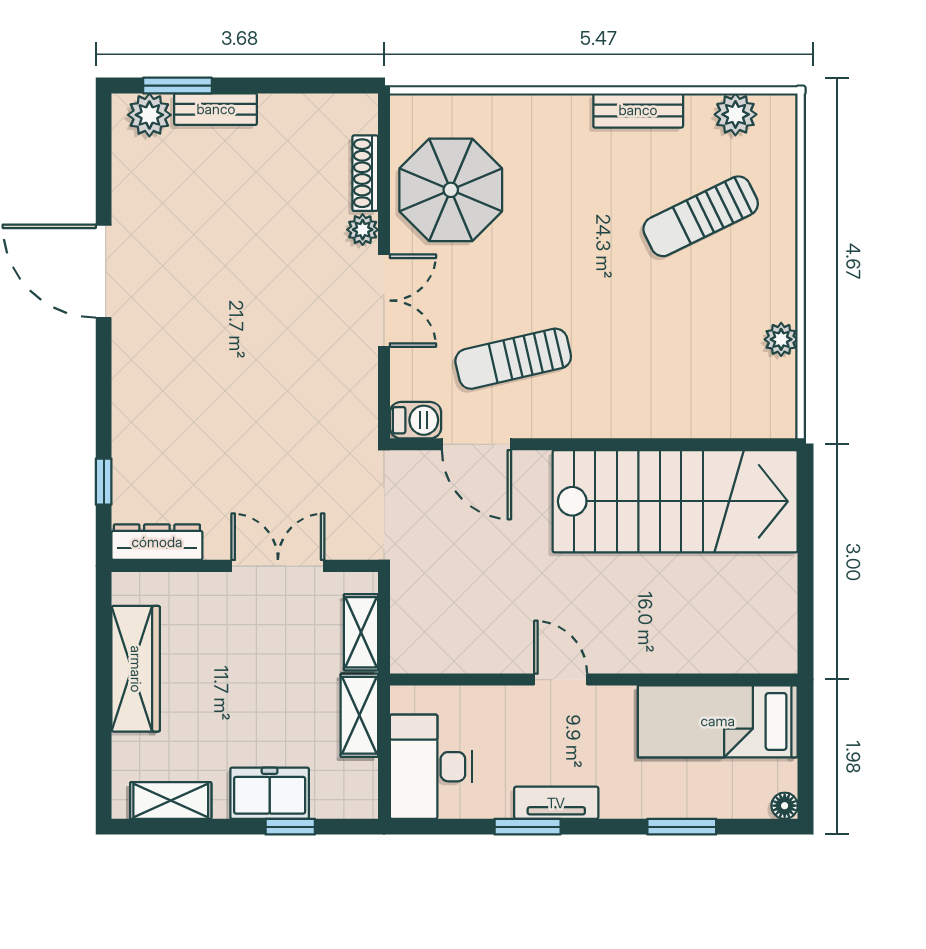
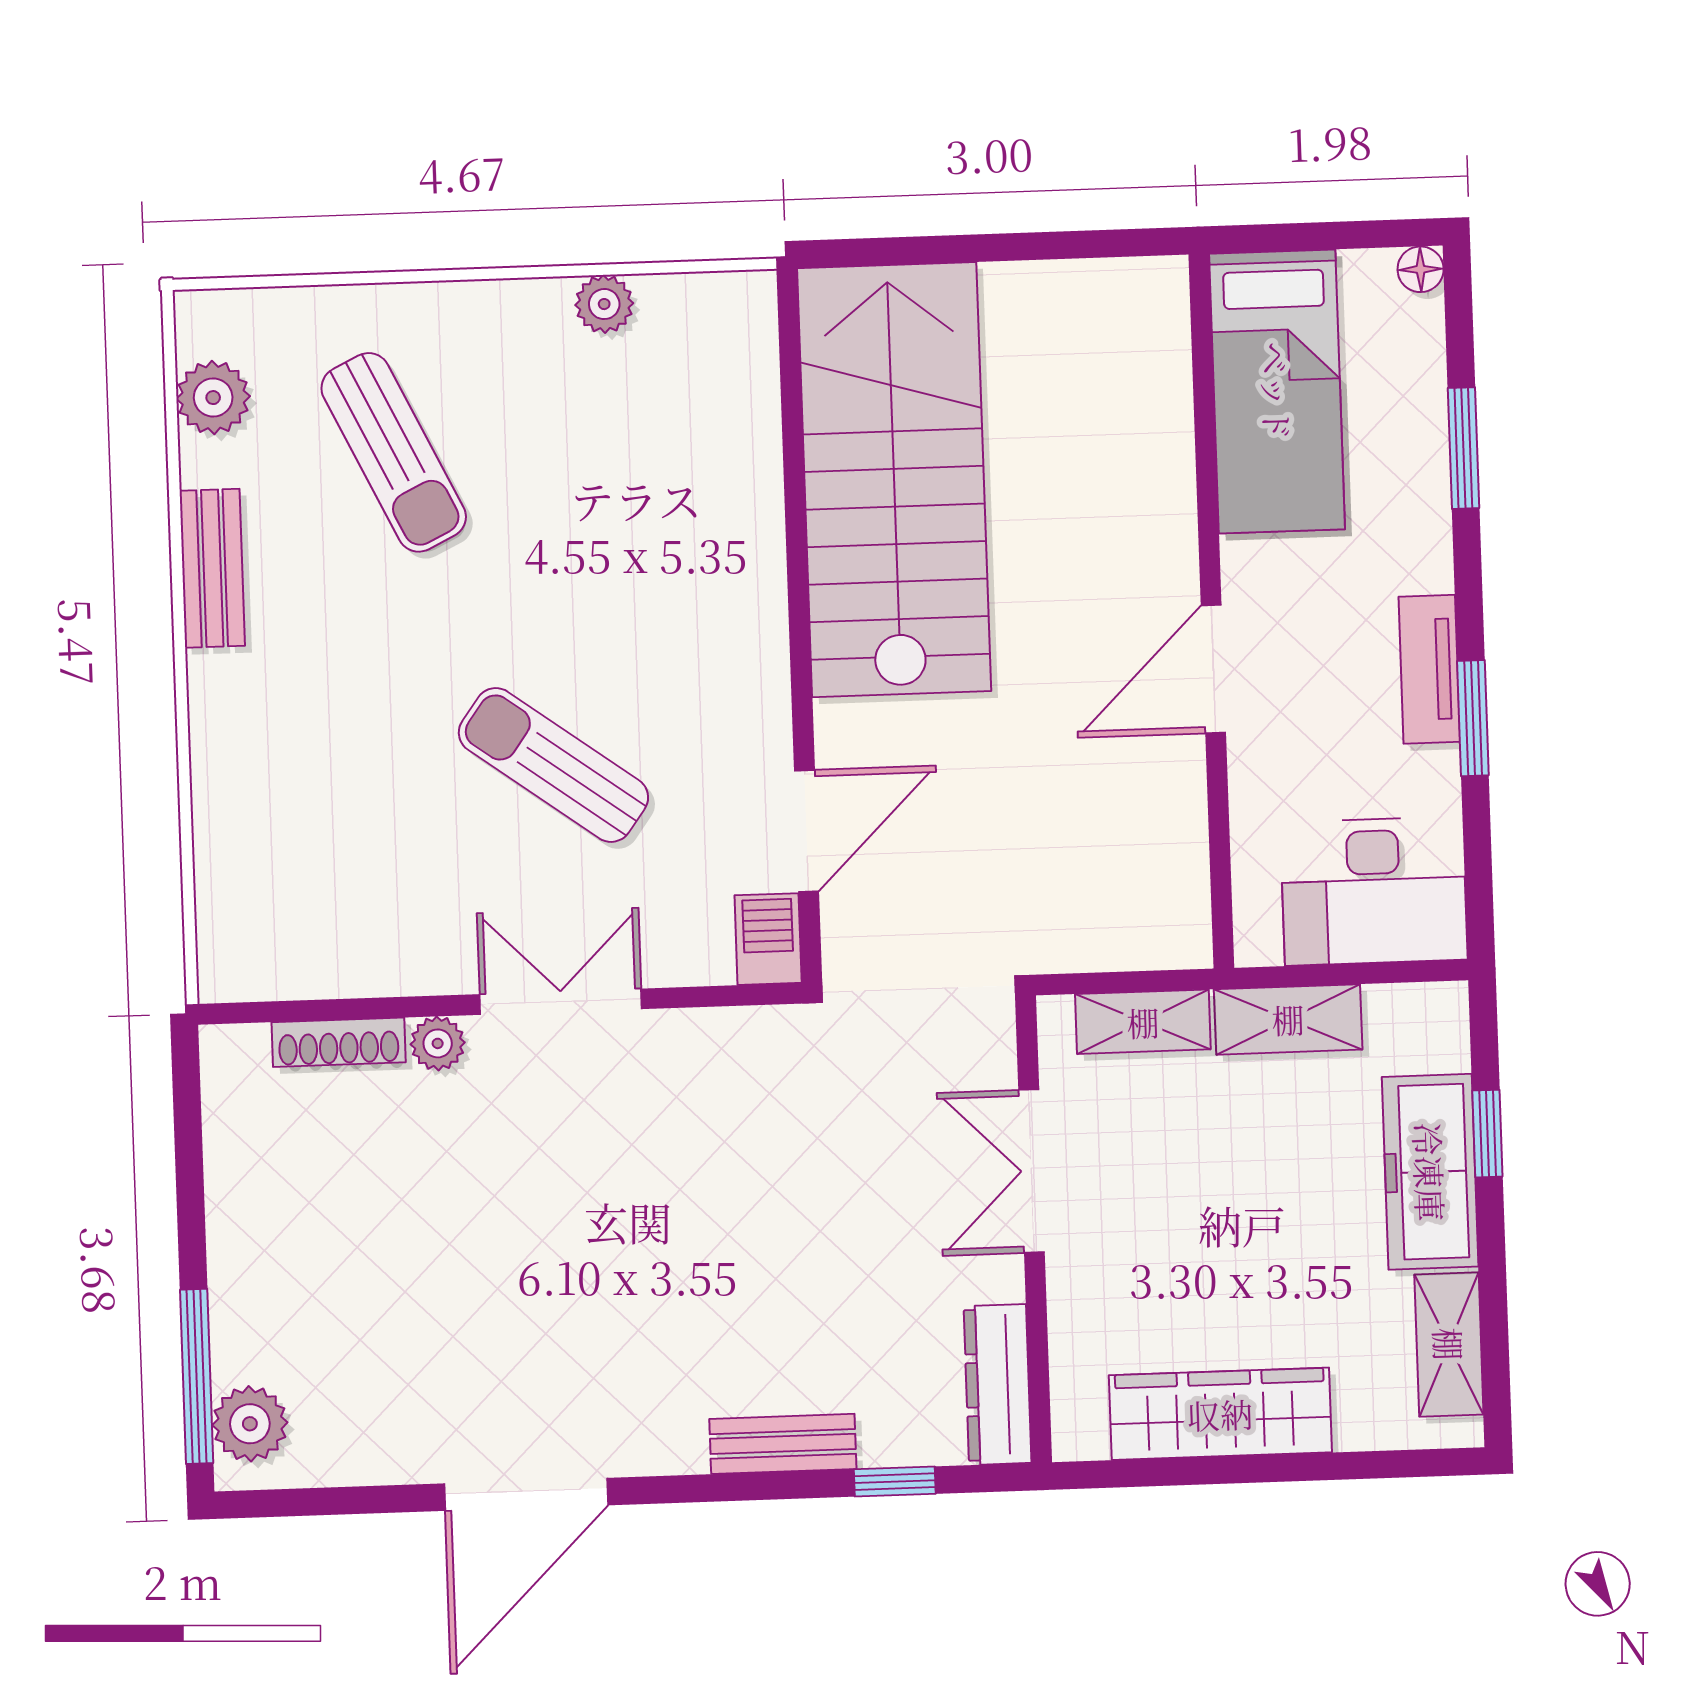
window: (177, 86) -> (197, 1376), width x1.44
bench: (216, 109) -> (783, 1444), moved, turned 90
parasol: (451, 190) -> (363, 891), removed
sun lounger: (513, 359) -> (553, 765), moved, turned 139
door: (561, 680) -> (1213, 669), width x1.38
freezer: (270, 793) -> (1430, 1172), width x1.40

